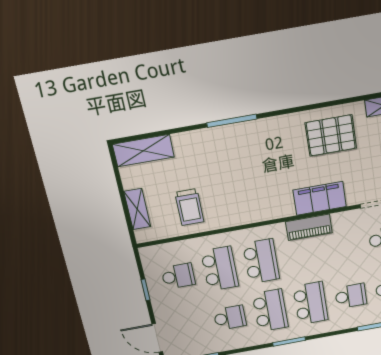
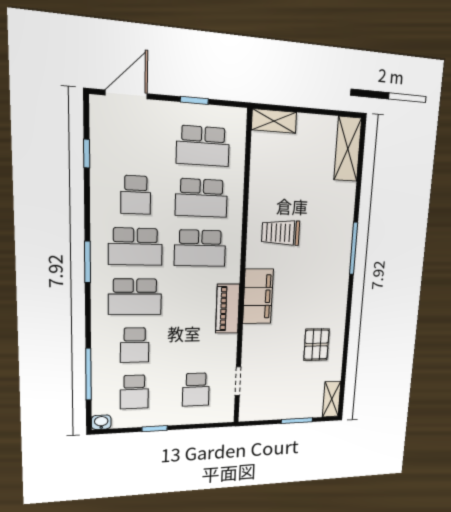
pallet: (331, 135) -> (316, 345), width x0.67, depth x0.71
filing cabinet: (320, 198) -> (258, 296), moved
trolley: (189, 207) -> (281, 233), moved
shelving: (137, 209) -> (274, 121), moved
school desk: (178, 276) -> (203, 146), width x1.85

